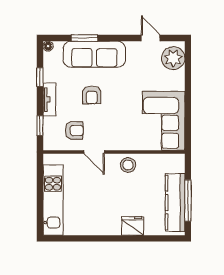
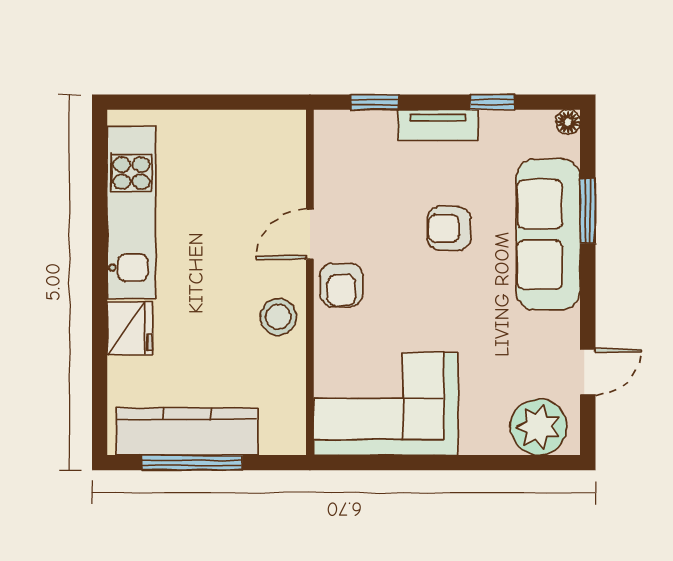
armchair: (74, 130) -> (341, 285), moved
kitchen unit: (53, 200) -> (131, 213), moved, turned -90

